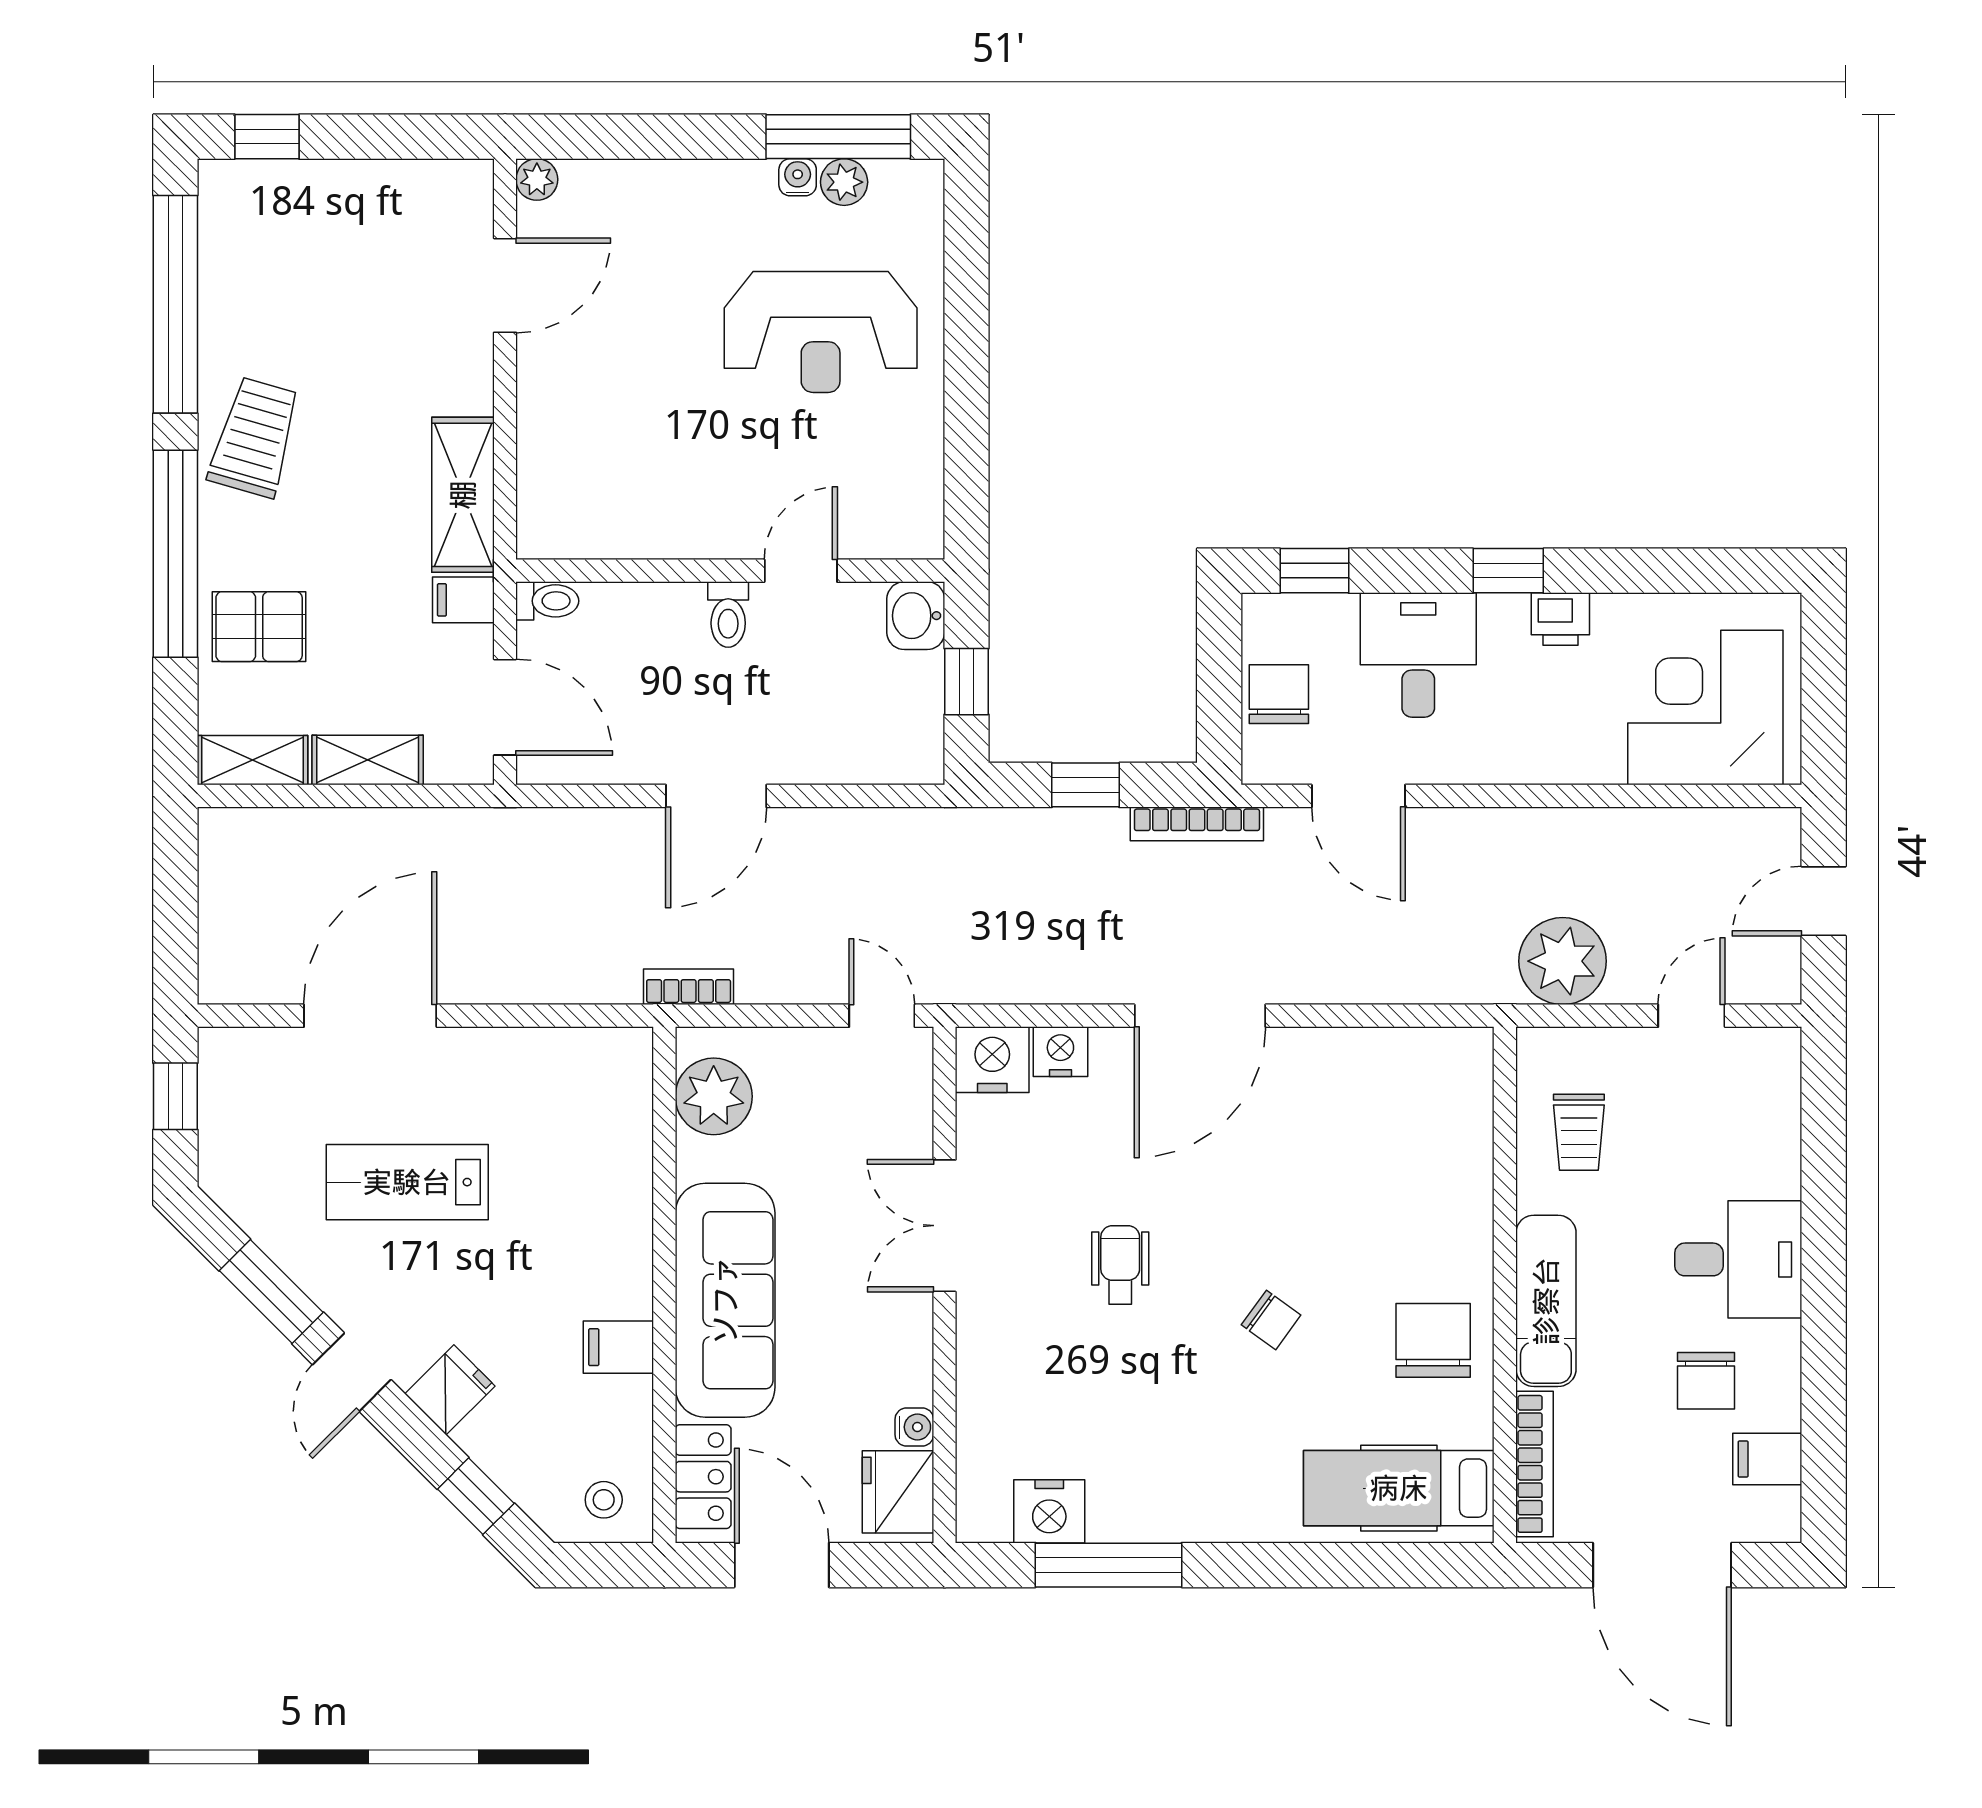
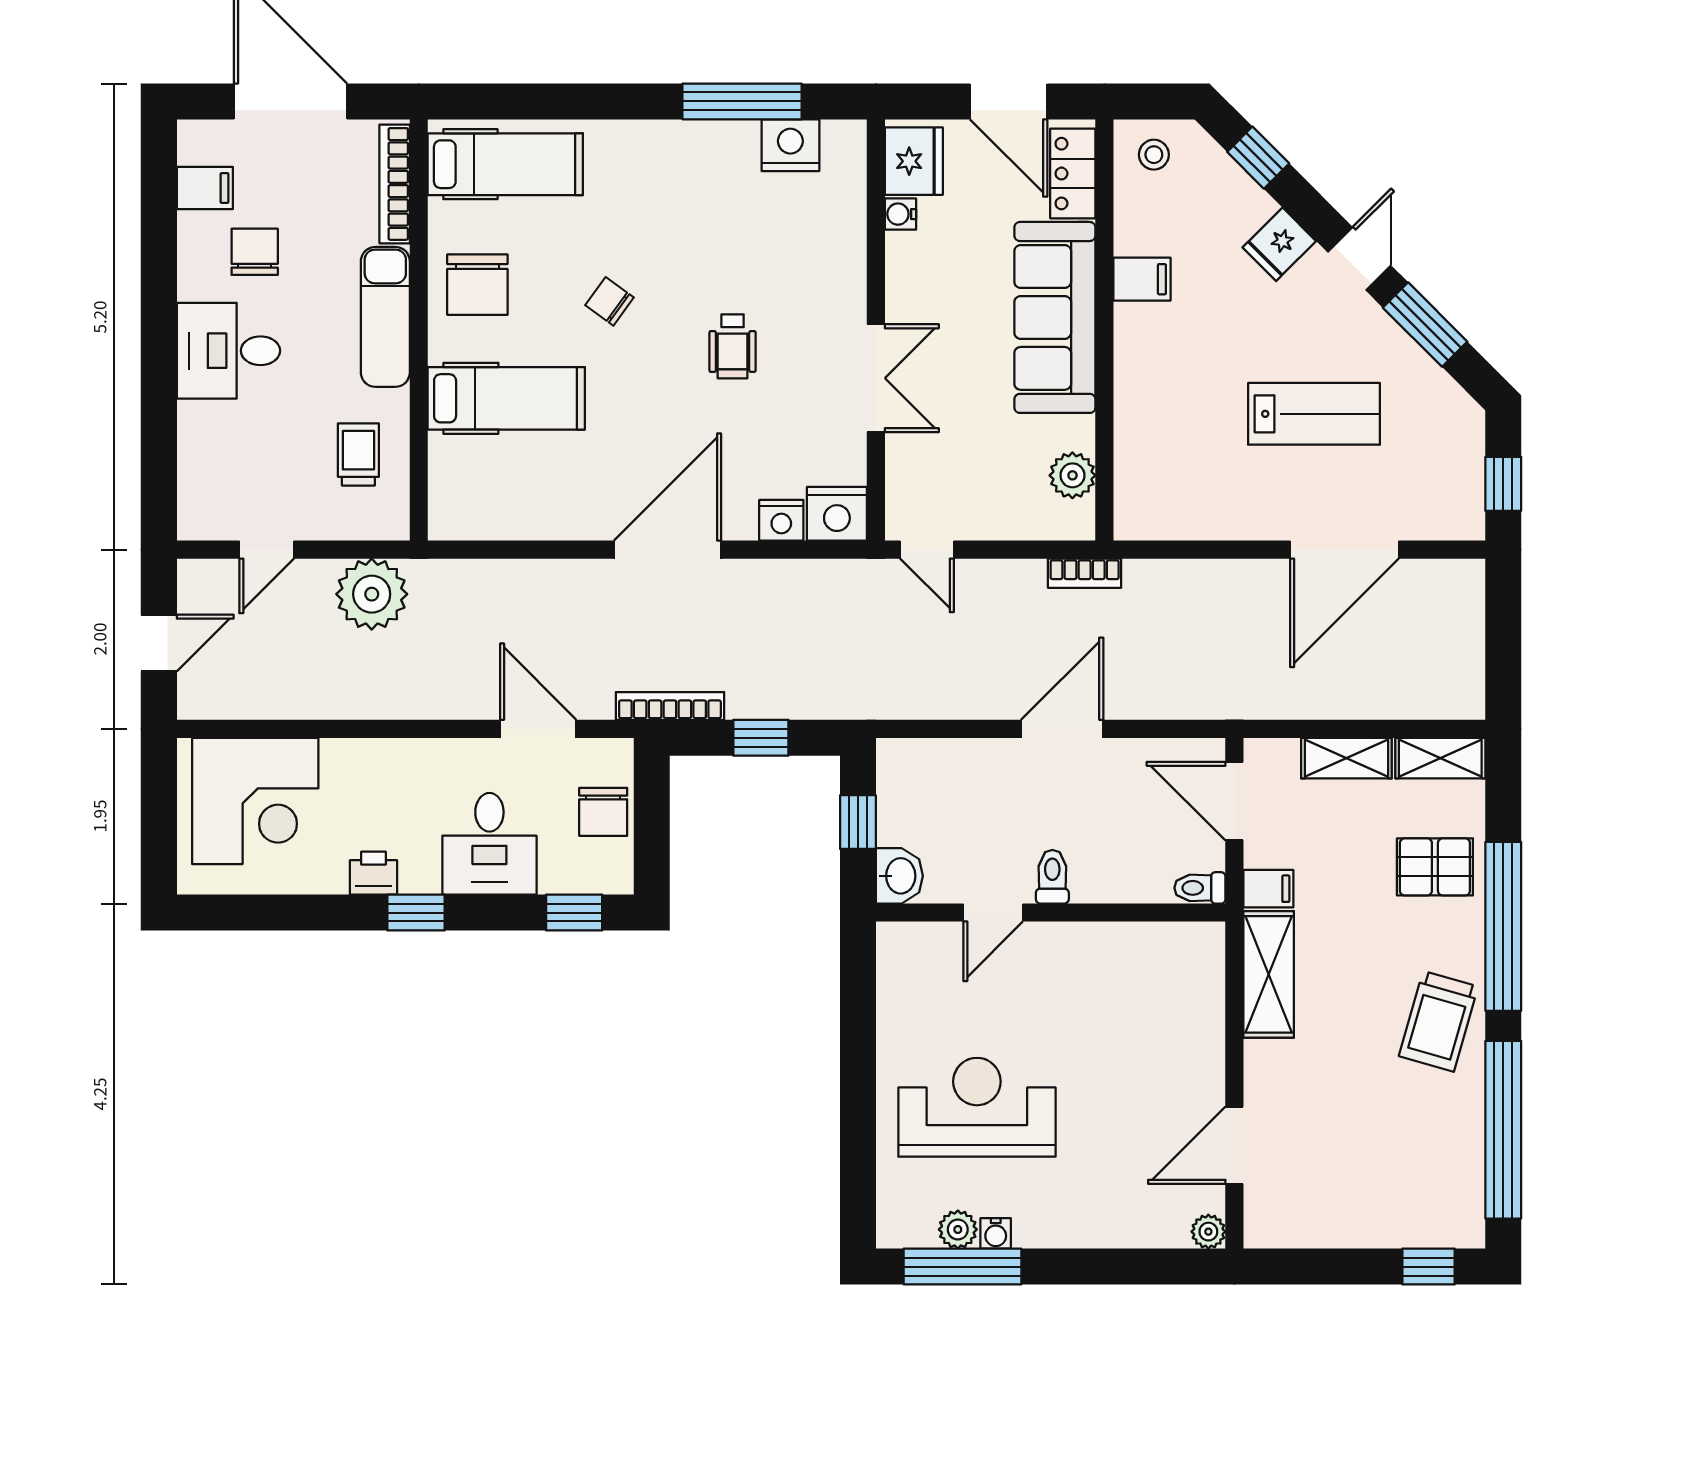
plant: (714, 1096) -> (1072, 475), width x0.73, depth x0.73
hospital bed: (1398, 1201) -> (506, 398), added

